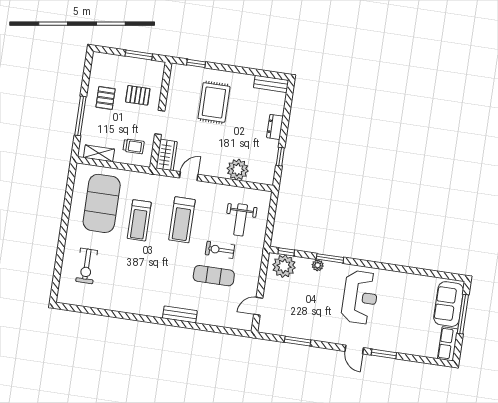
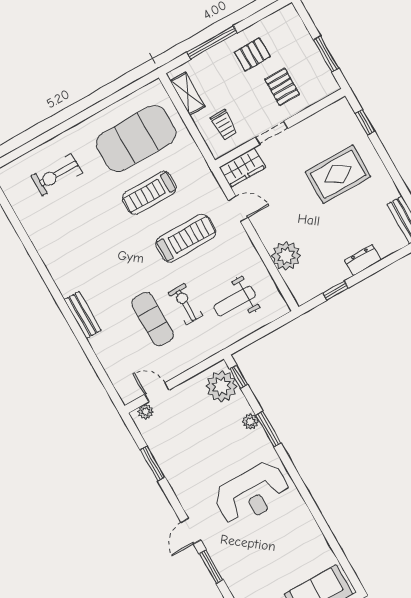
treadmill: (182, 220) -> (186, 238), turned 180
plant: (264, 322) -> (146, 412), added

